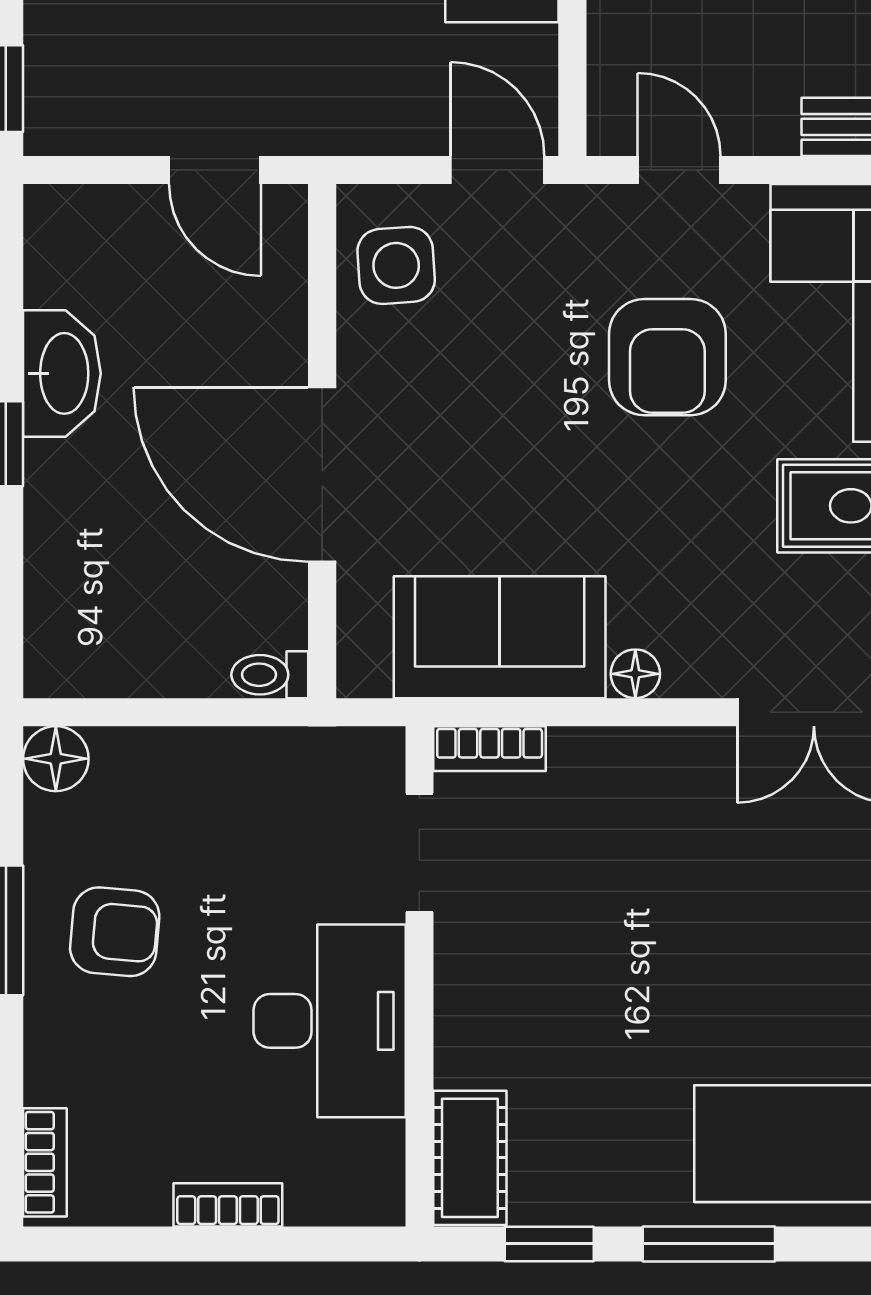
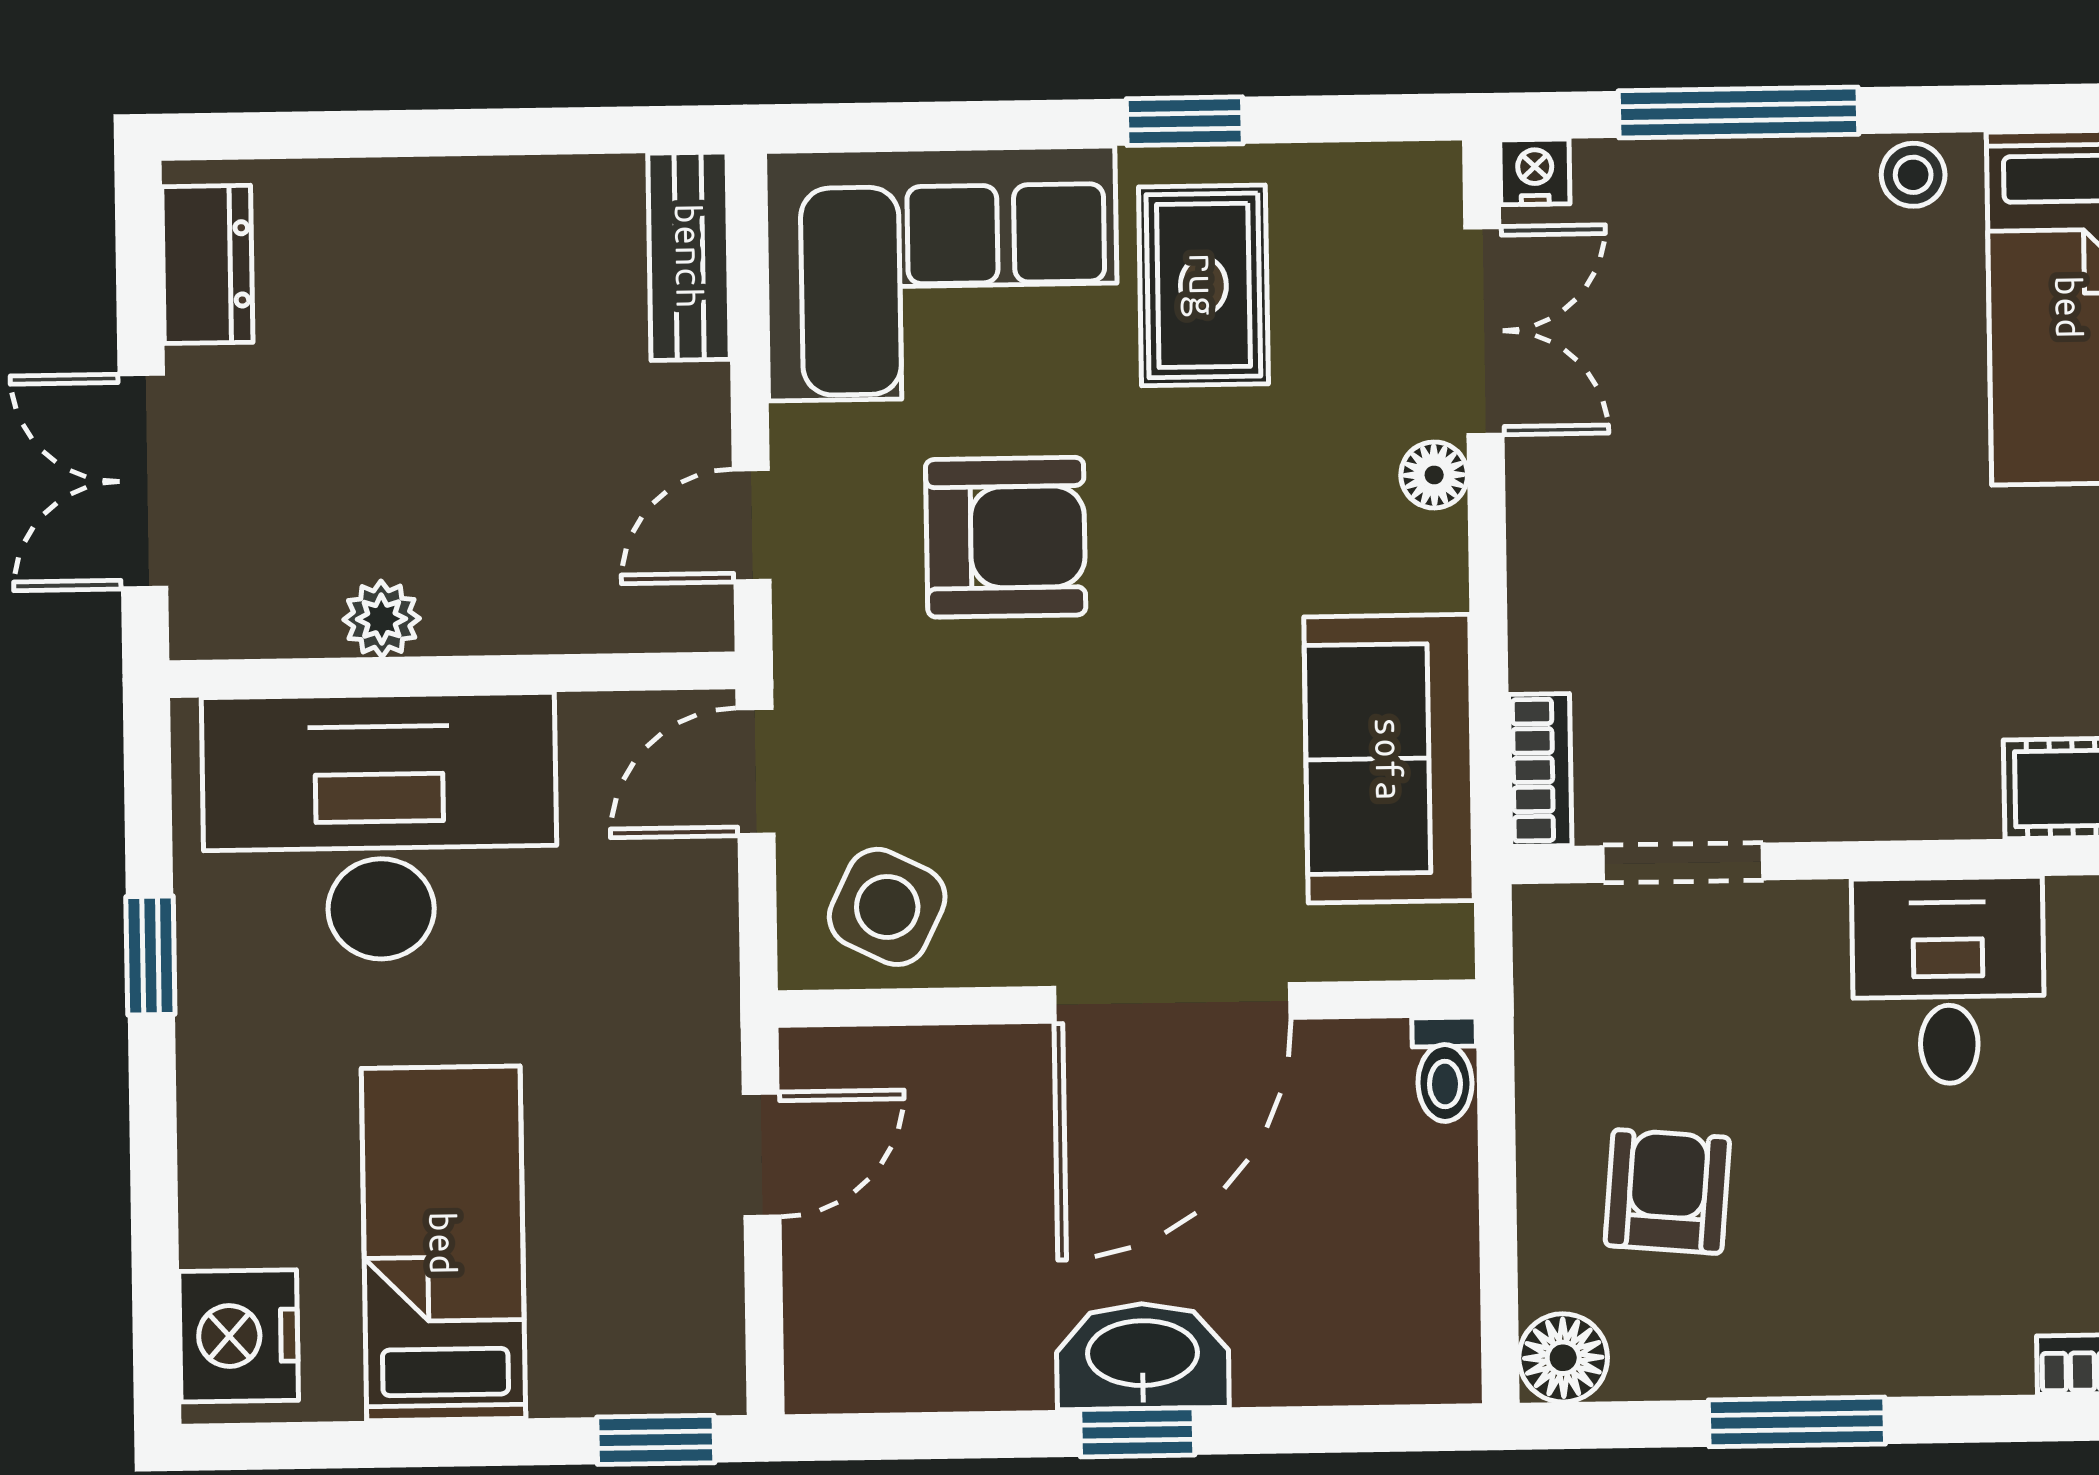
side table: (396, 265) -> (887, 907), turned 30
washbasin: (62, 373) -> (1143, 1356), moved
floor lamp: (635, 674) -> (1434, 475), moved
armchair: (115, 932) -> (1667, 1191), moved
desk: (330, 1021) -> (1948, 980), width x0.73

